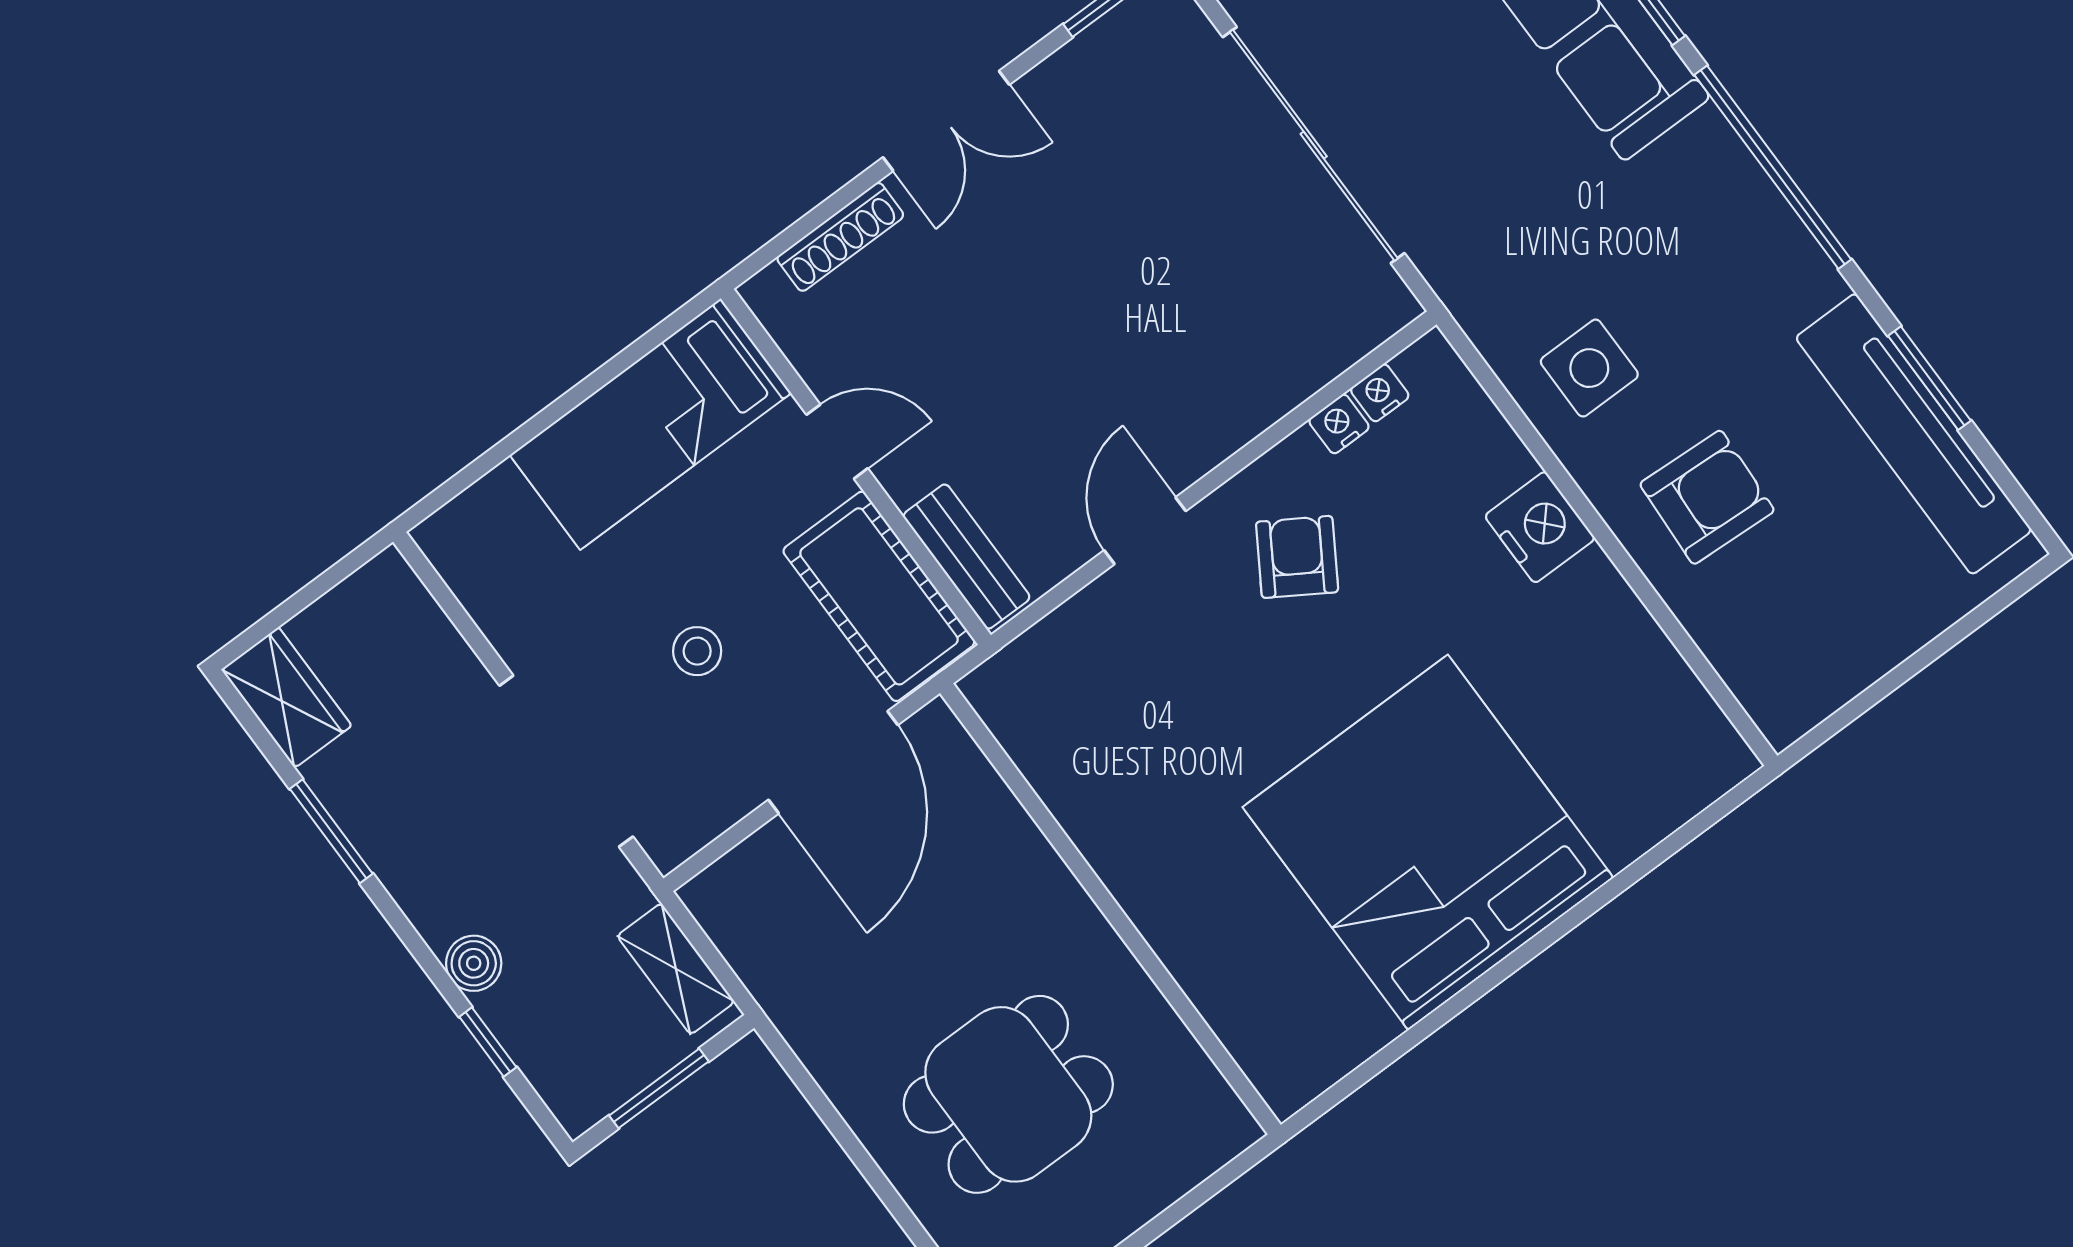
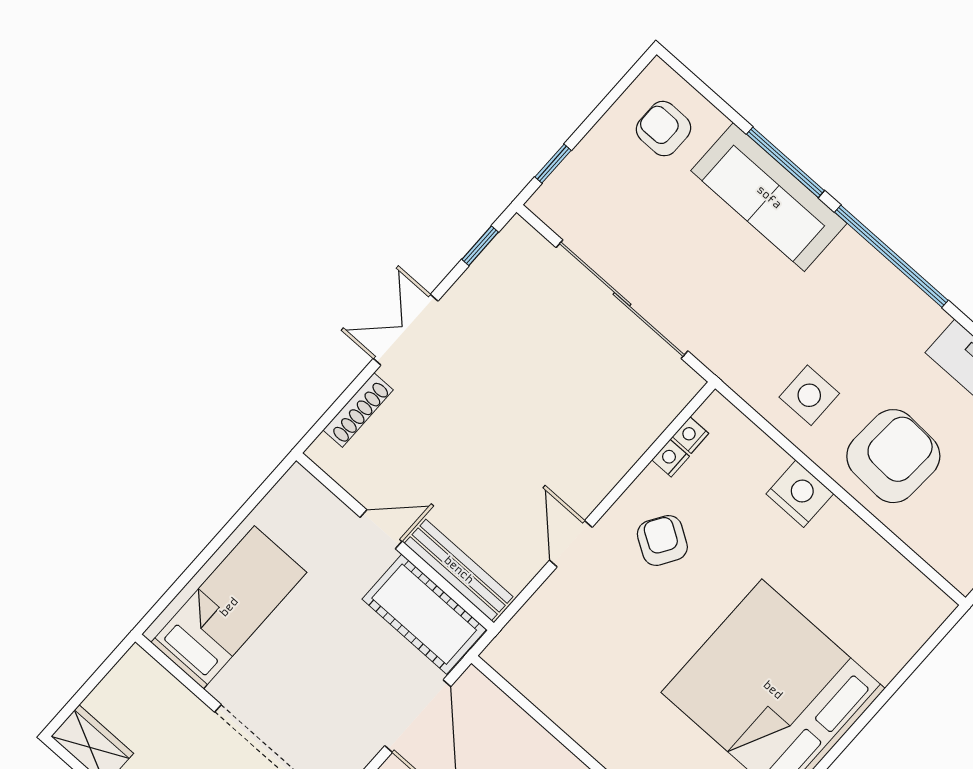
double door: (946, 121) -> (406, 330), swing flipped
bed: (650, 424) -> (229, 607), moved, turned 180
armchair: (1707, 497) -> (893, 456), width x1.36, depth x1.36
bench: (967, 556) -> (459, 570), width x1.36
stool: (697, 651) -> (325, 668), removed

